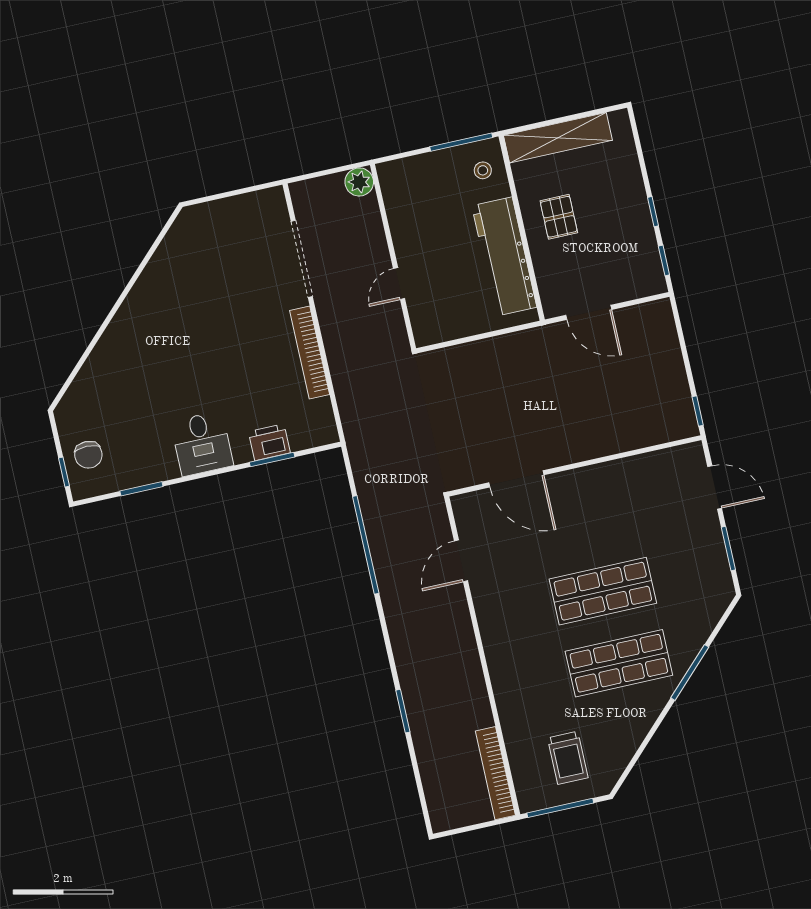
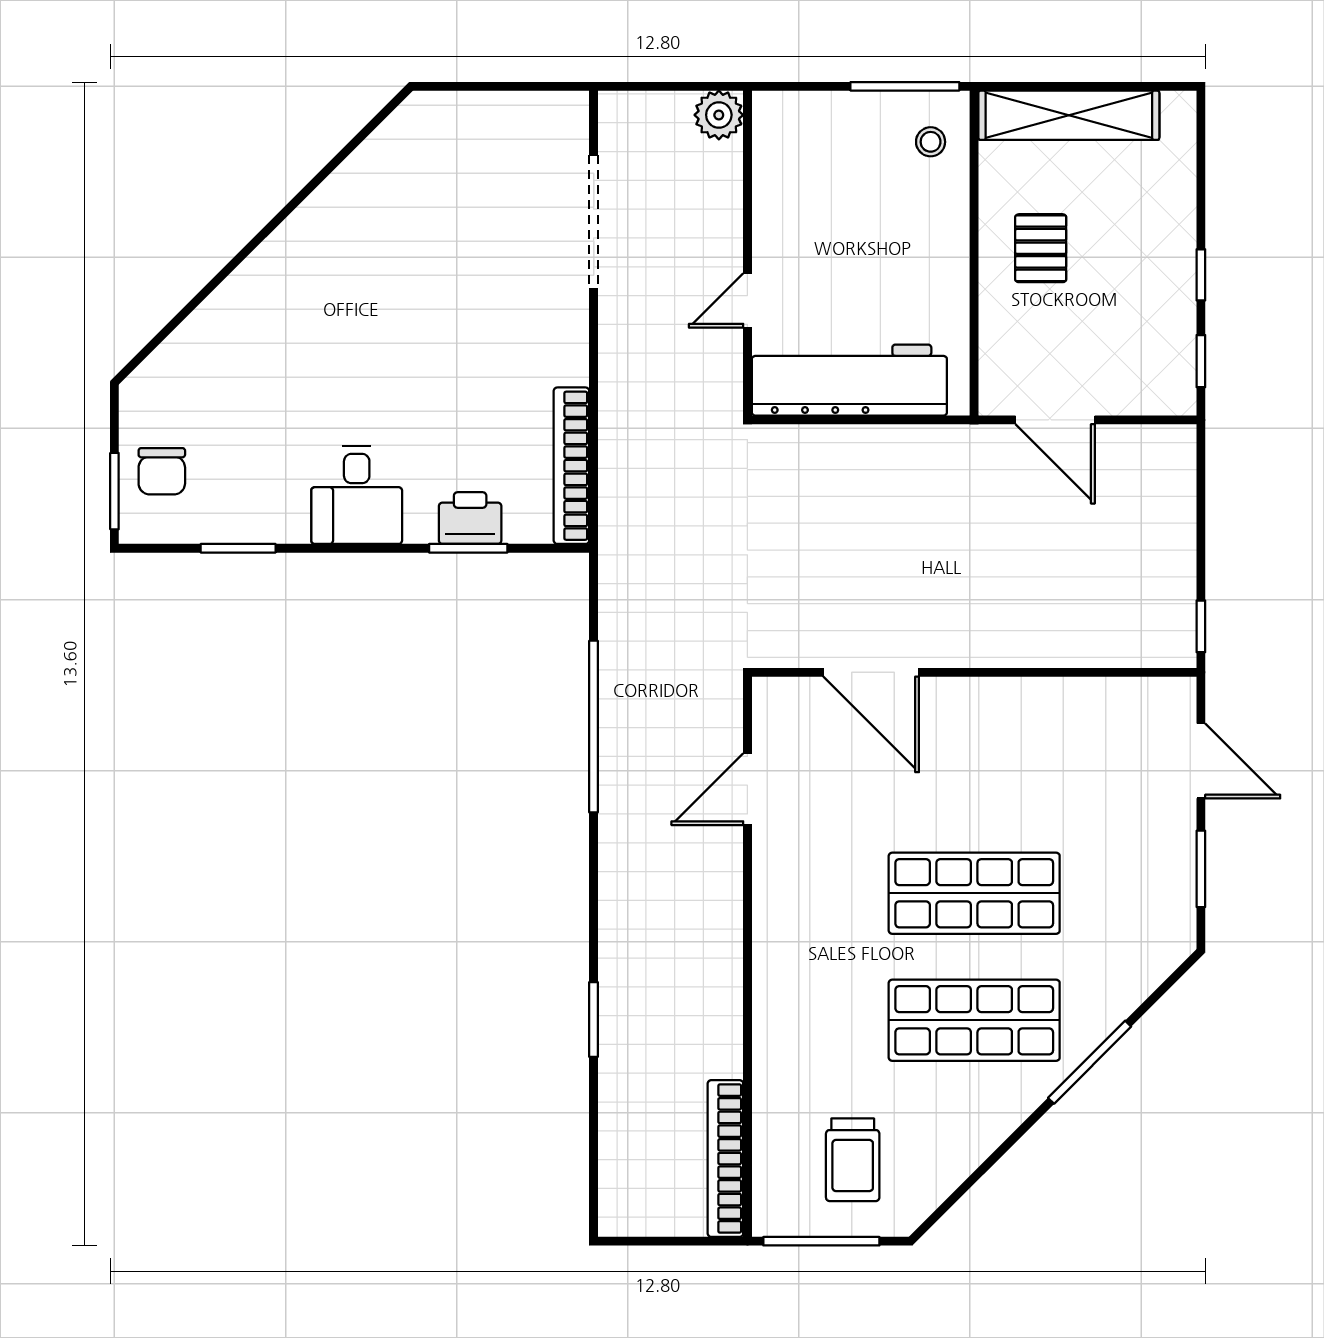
workbench: (504, 257) -> (849, 380), moved, turned 90
bookcase: (310, 352) -> (571, 466), moved
window: (64, 472) -> (114, 491), width x1.50

